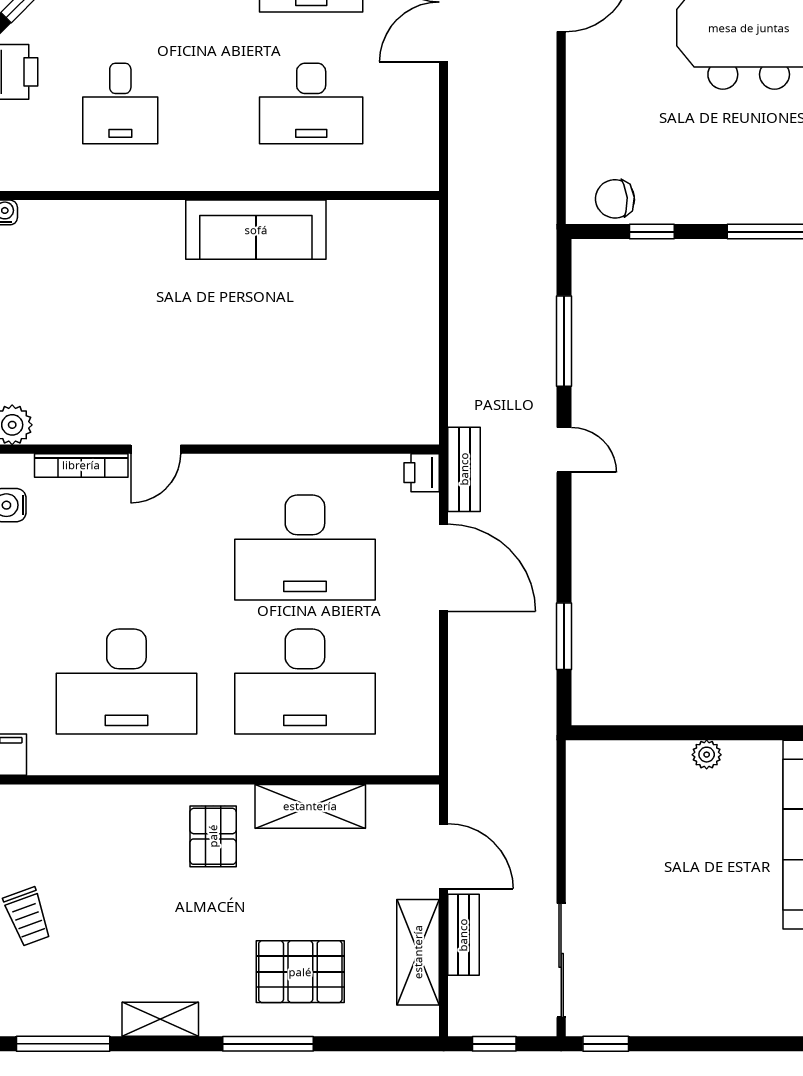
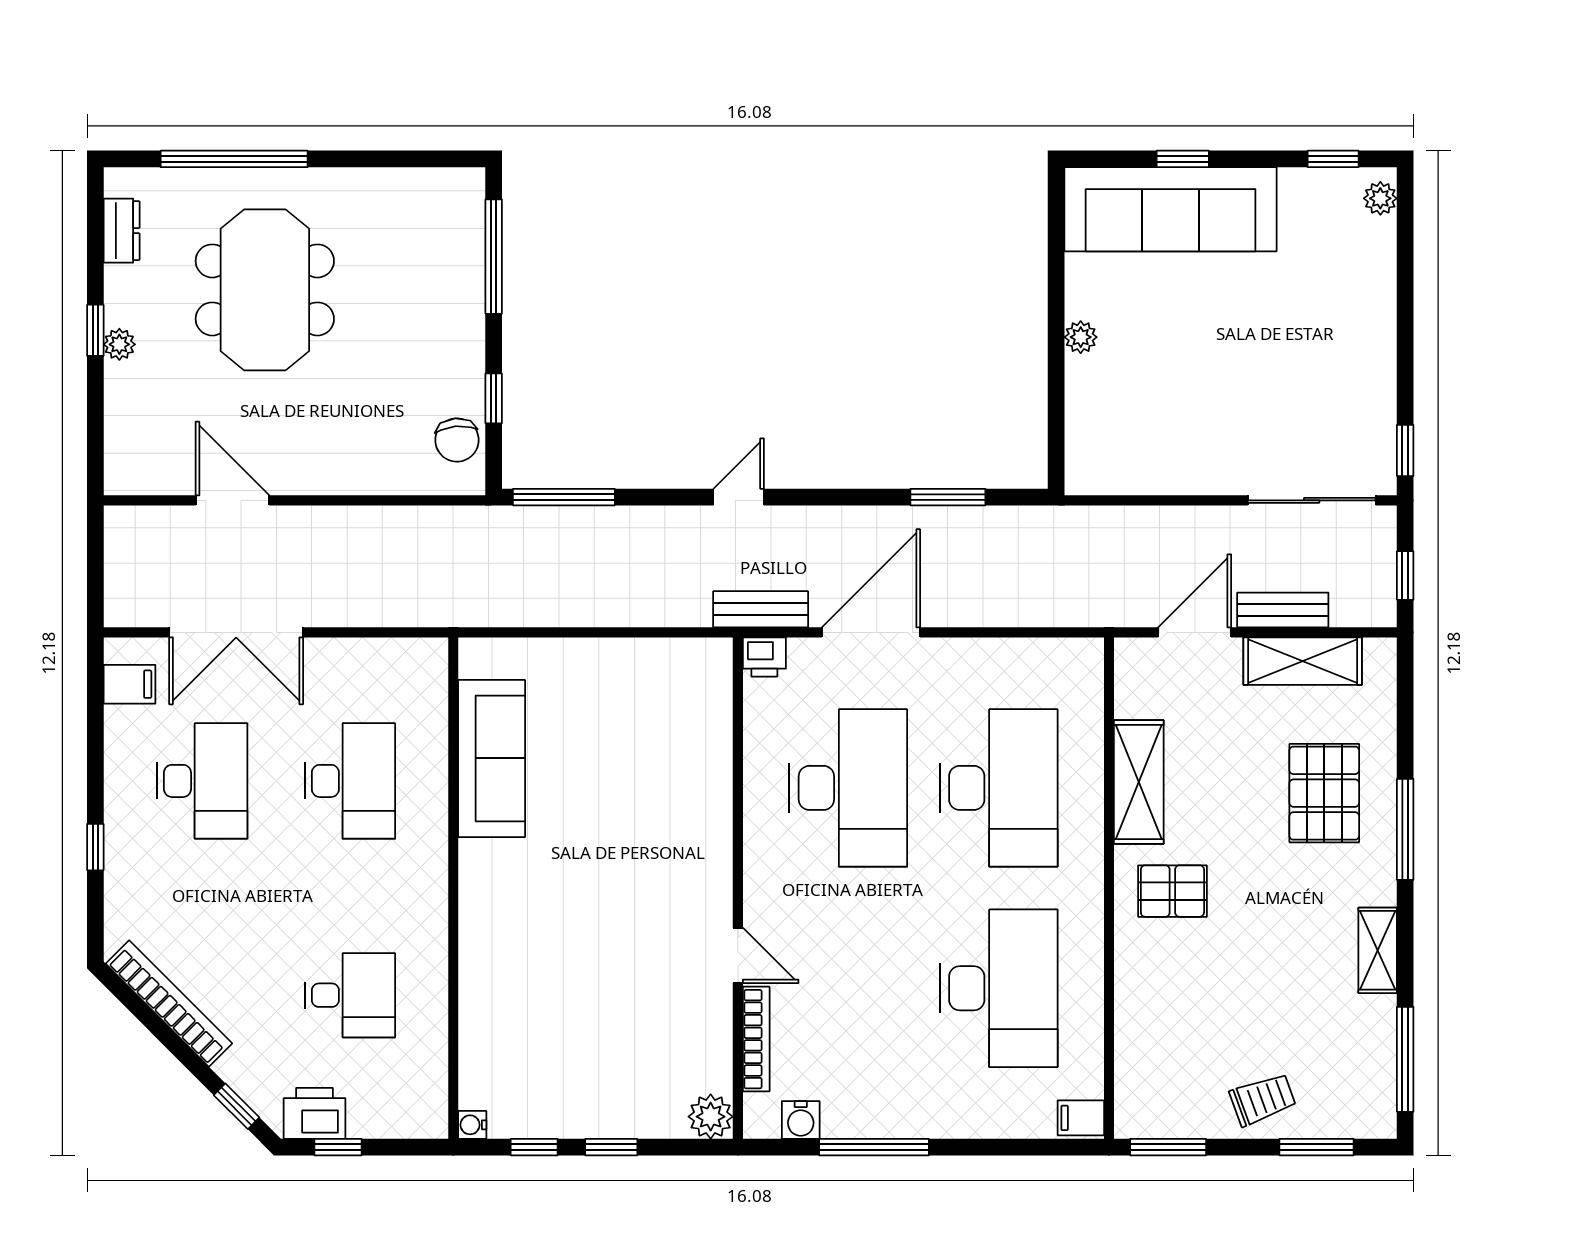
sofa: (256, 230) -> (492, 758), moved
window: (564, 341) -> (564, 497), moved

